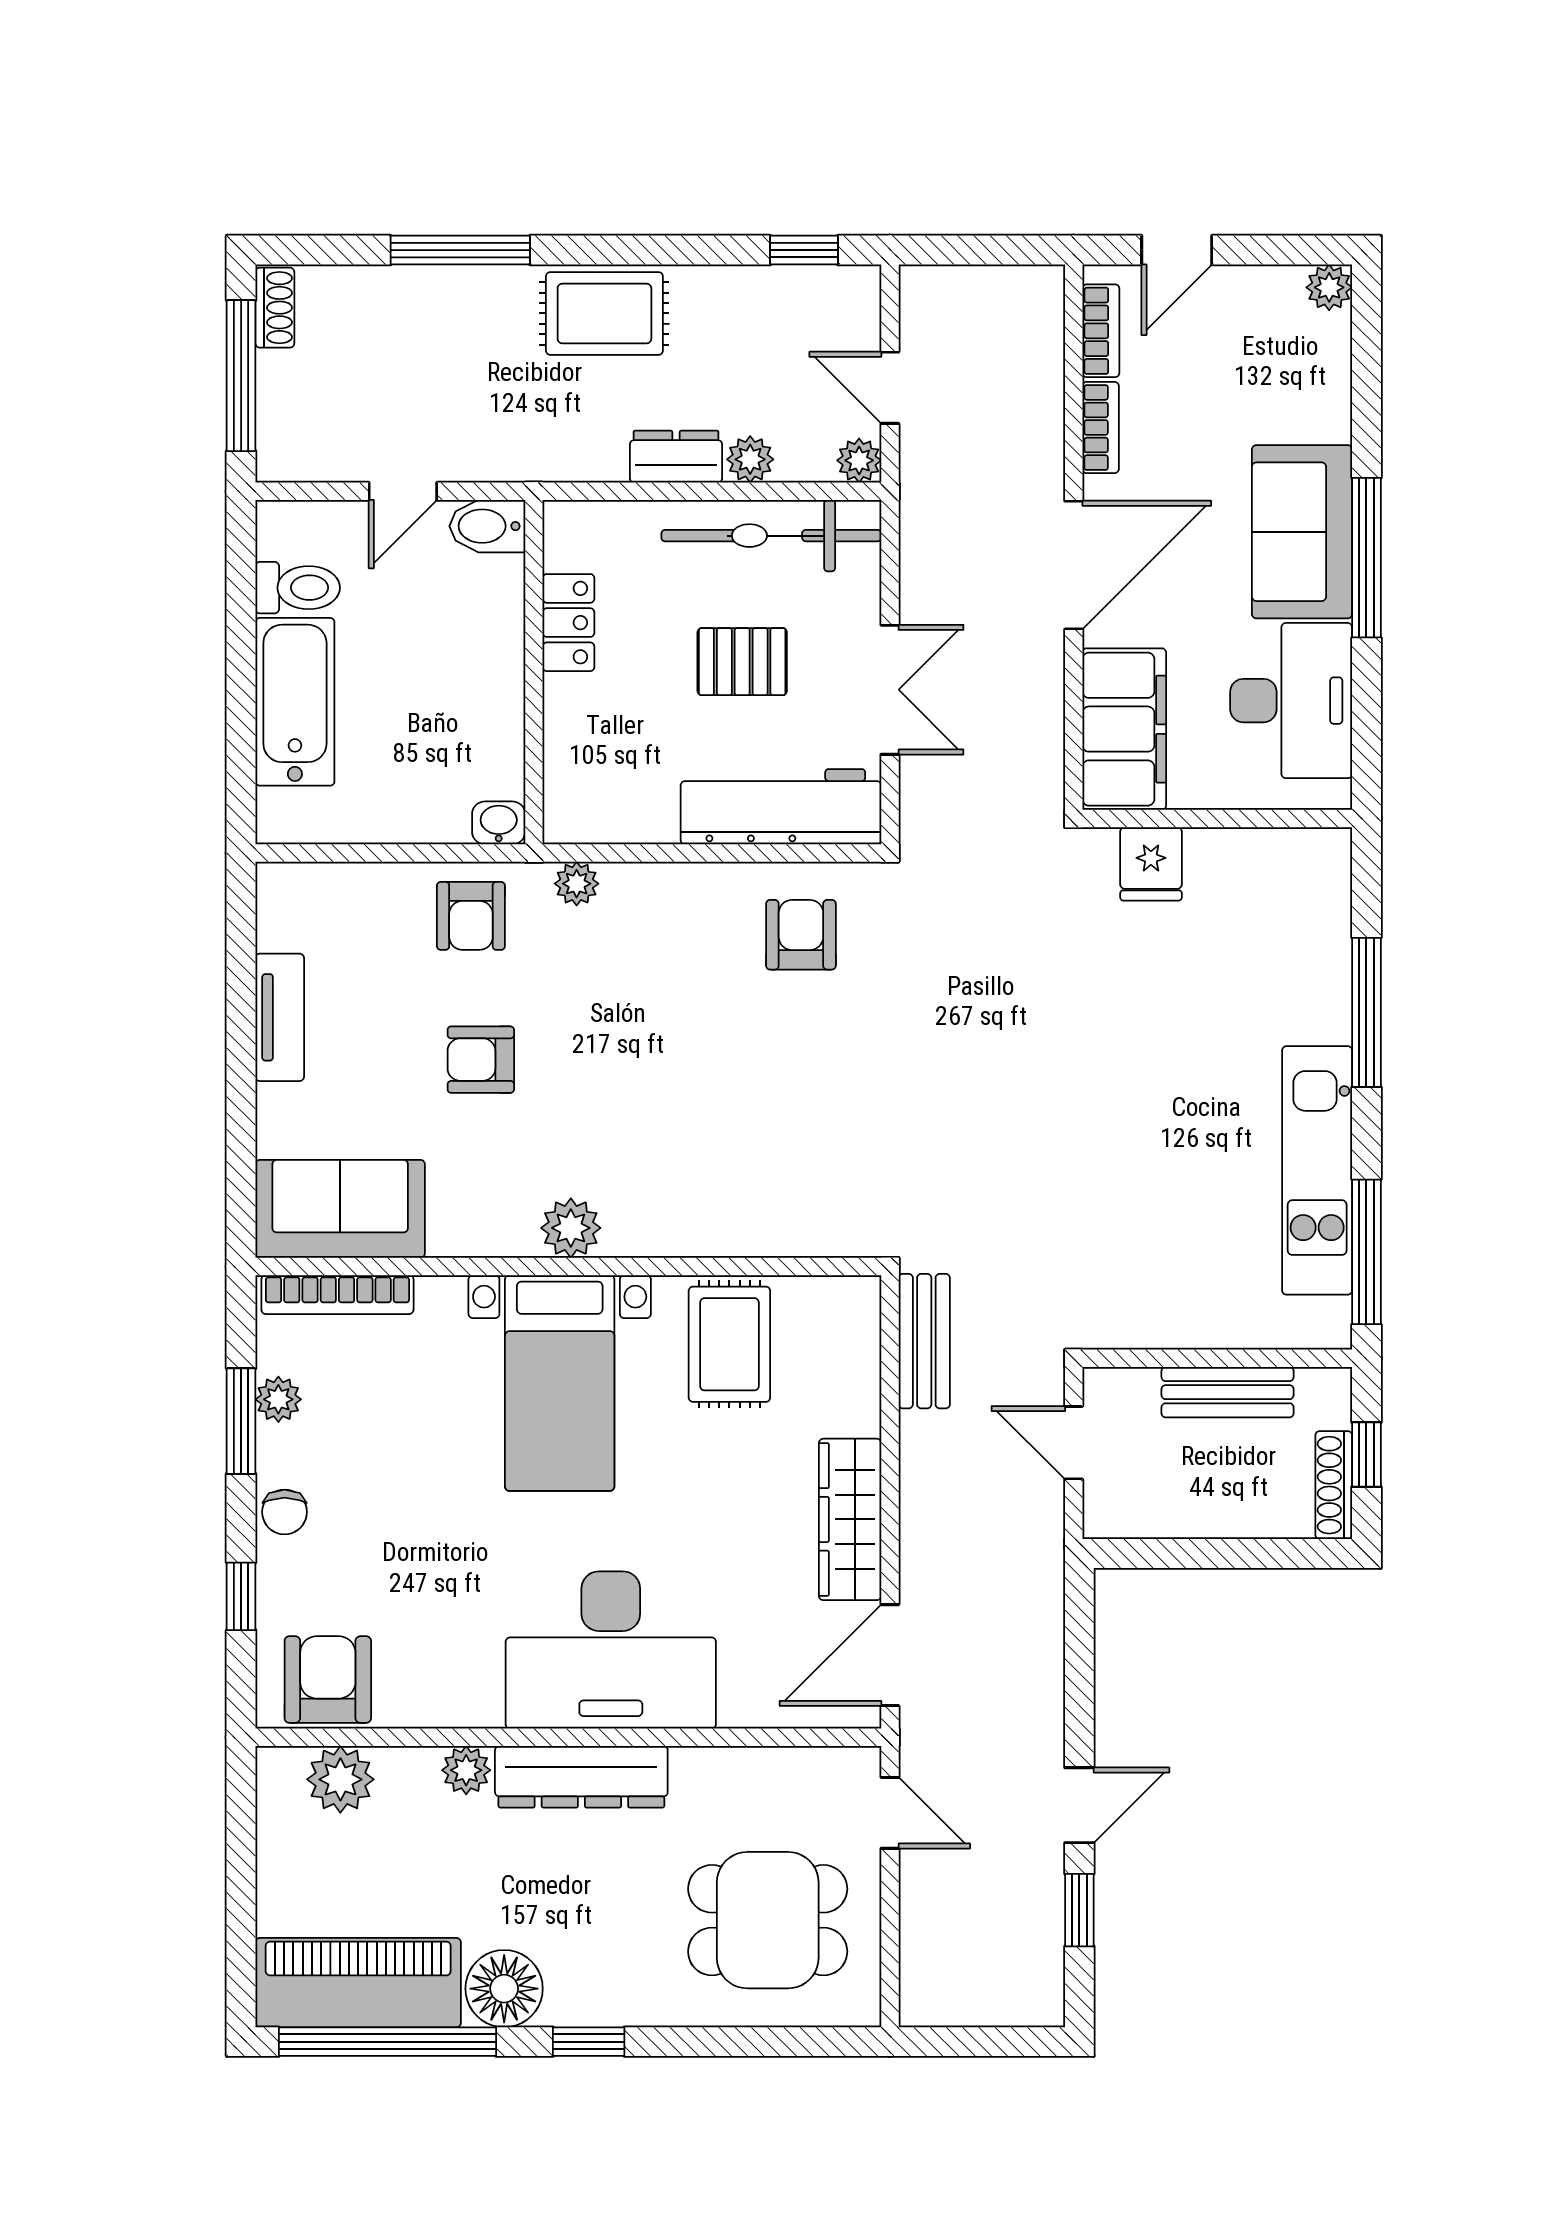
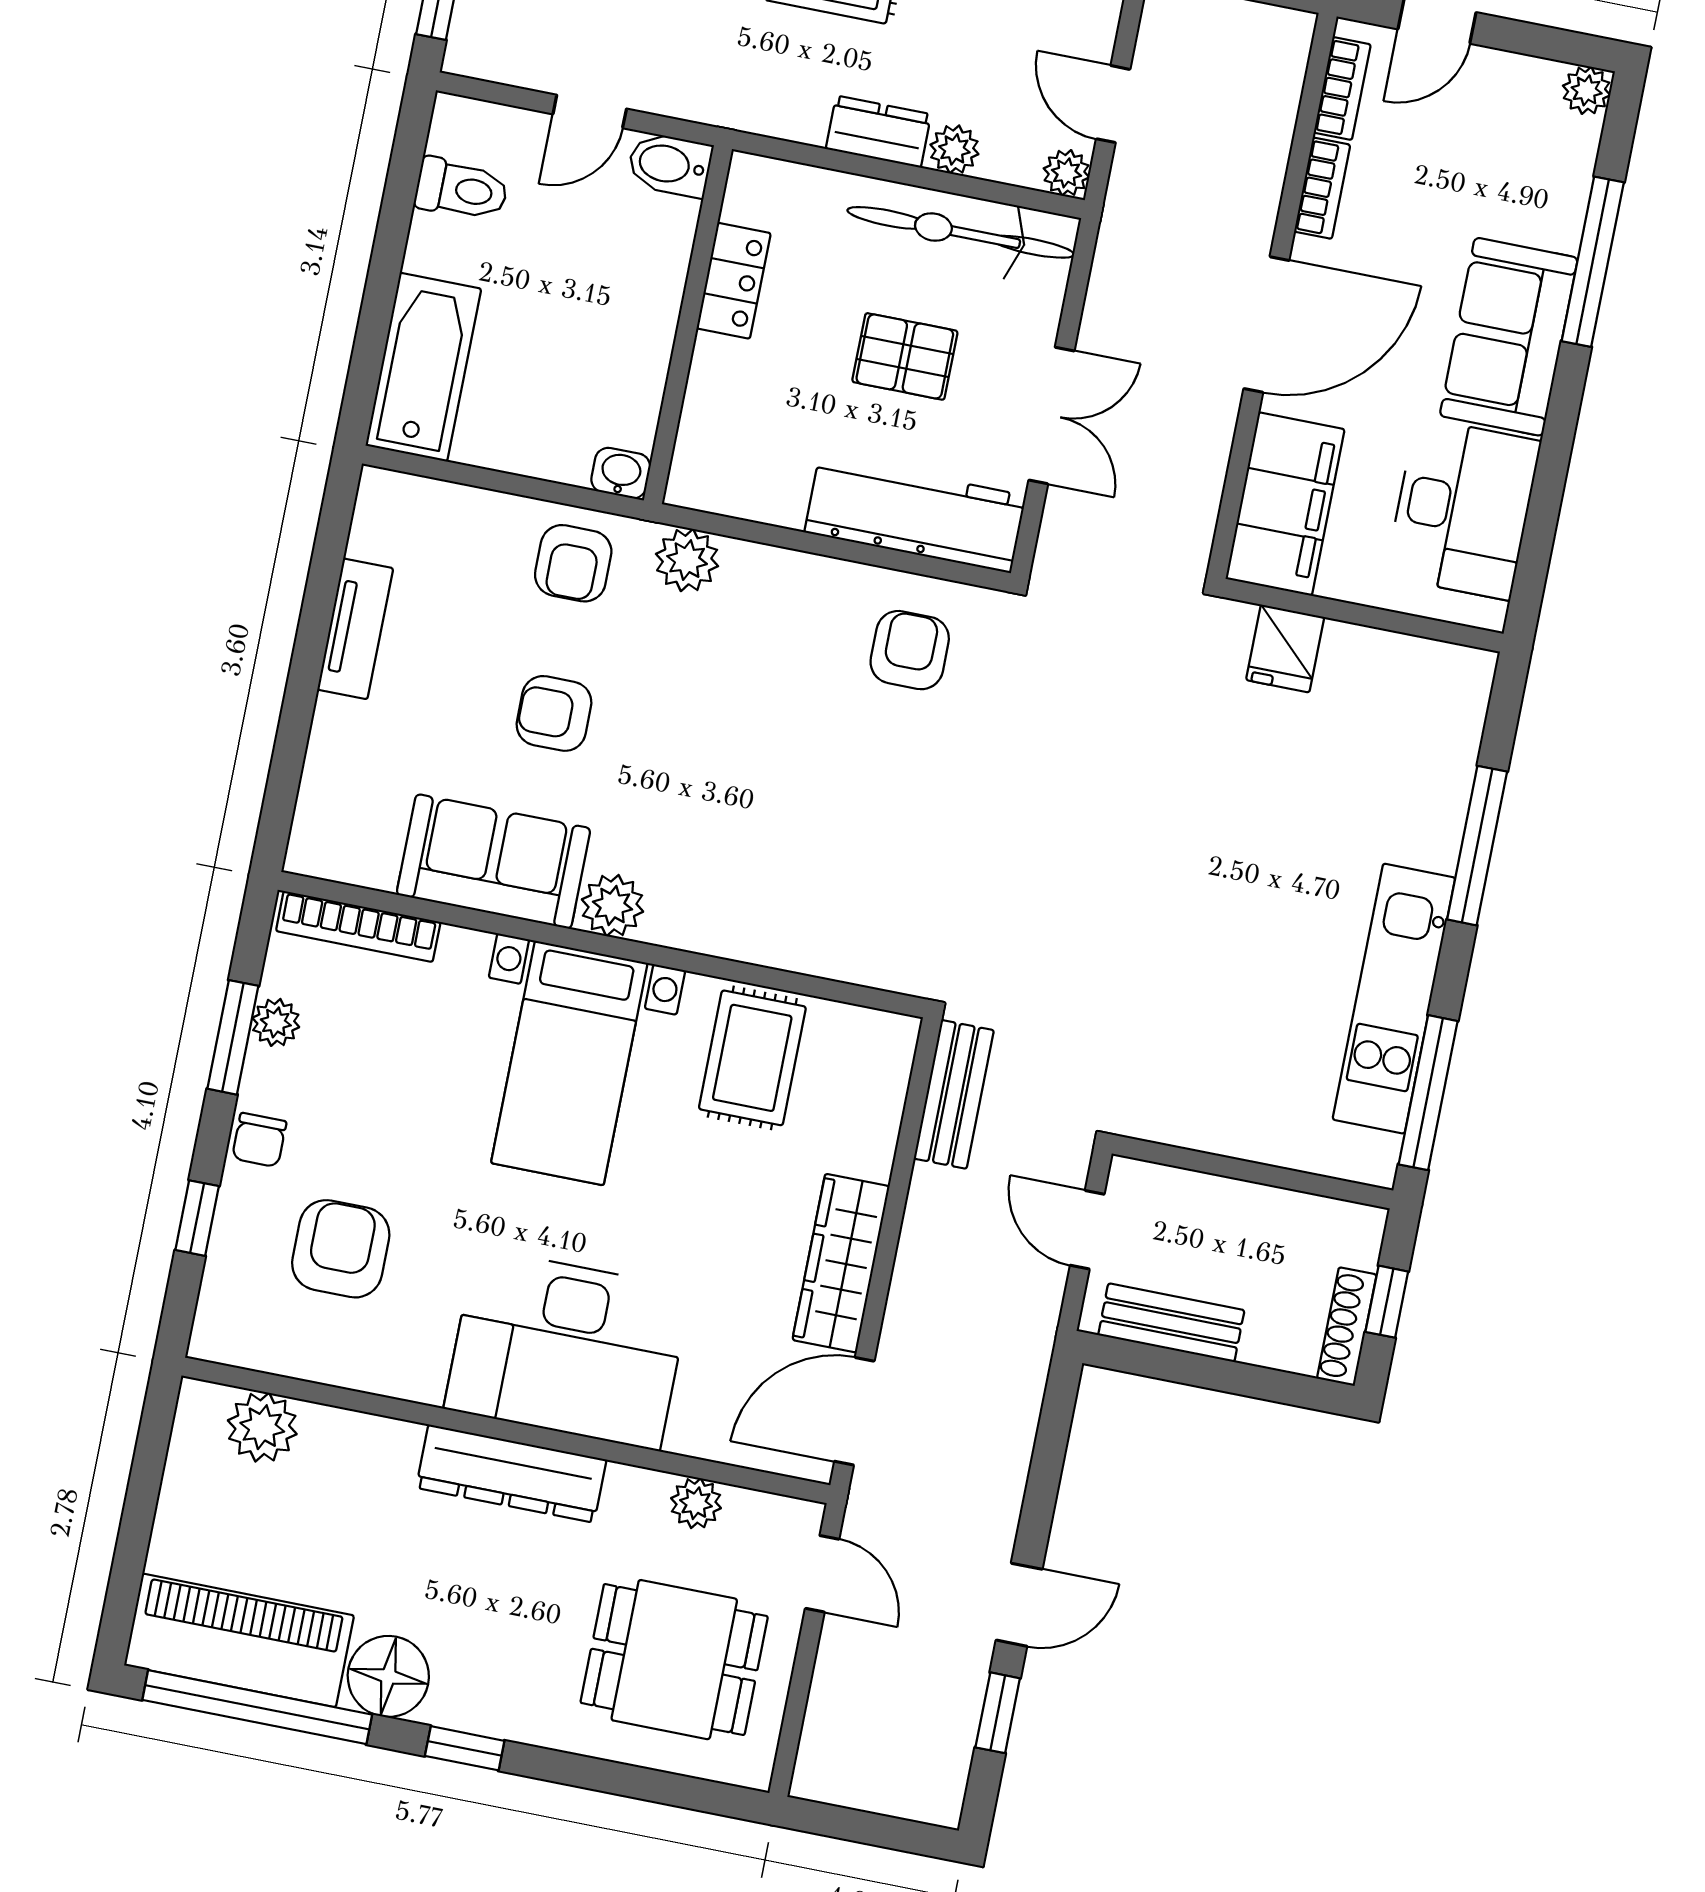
window: (1366, 558) -> (1593, 262), moved
bathtub: (295, 702) -> (423, 367), moved
plant: (577, 884) -> (687, 560), width x1.38, depth x1.38
sofa: (340, 1209) -> (493, 861), moved
bench: (1228, 1392) -> (1171, 1323), moved
armchair: (328, 1680) -> (341, 1249), moved
plant: (466, 1770) -> (696, 1503), moved

